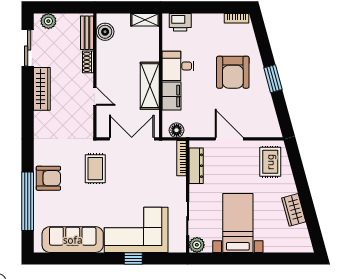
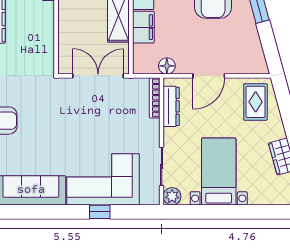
door: (95, 96) -> (56, 27), removed
floor lamp: (177, 130) -> (167, 66), moved
door: (229, 139) -> (209, 76), swing flipped
rug: (95, 169) -> (57, 110), removed

